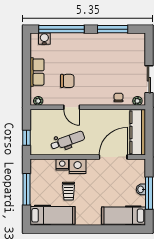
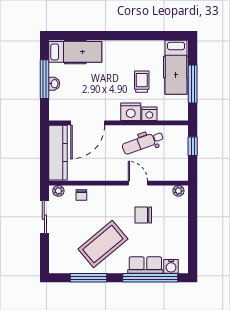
coffee table: (101, 57) -> (103, 244), added
row of seats: (37, 72) -> (145, 265), moved, turned 90
hospital bed: (53, 215) -> (176, 67), moved, turned -90

